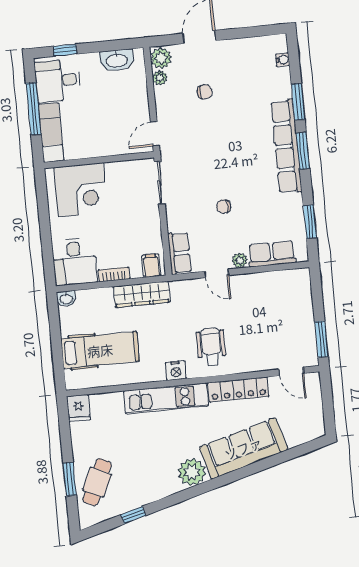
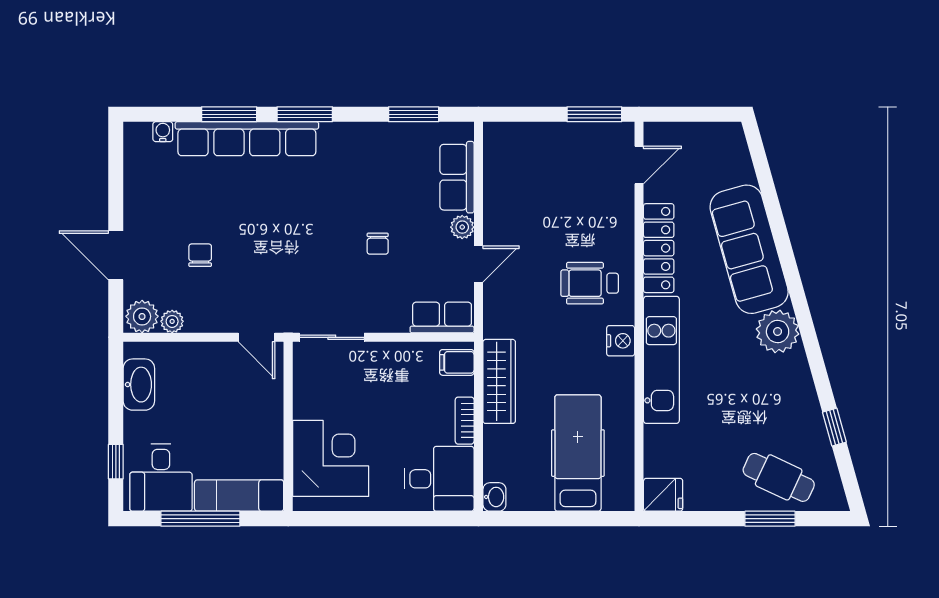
row of seats: (286, 146) -> (247, 139), moved

